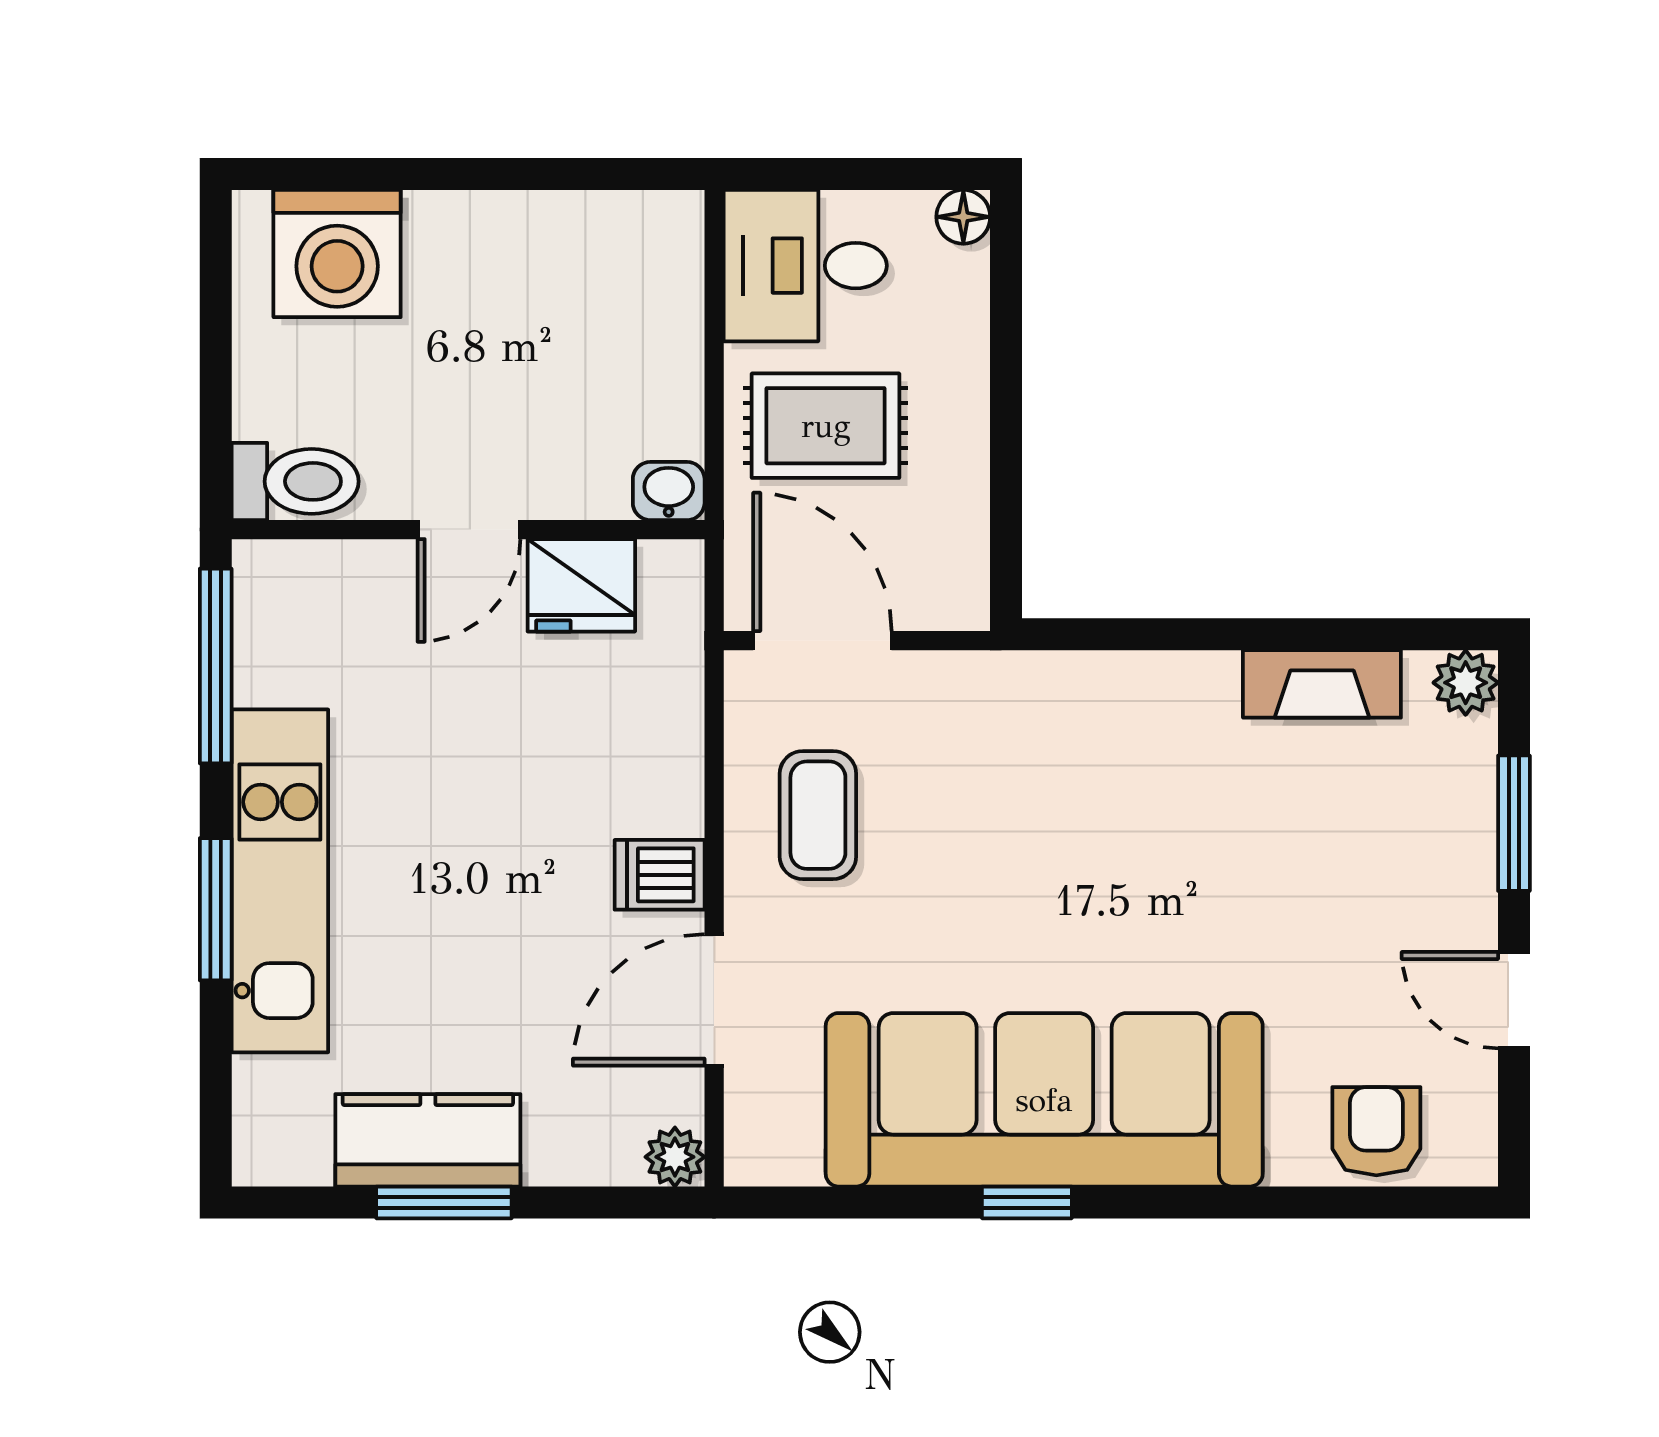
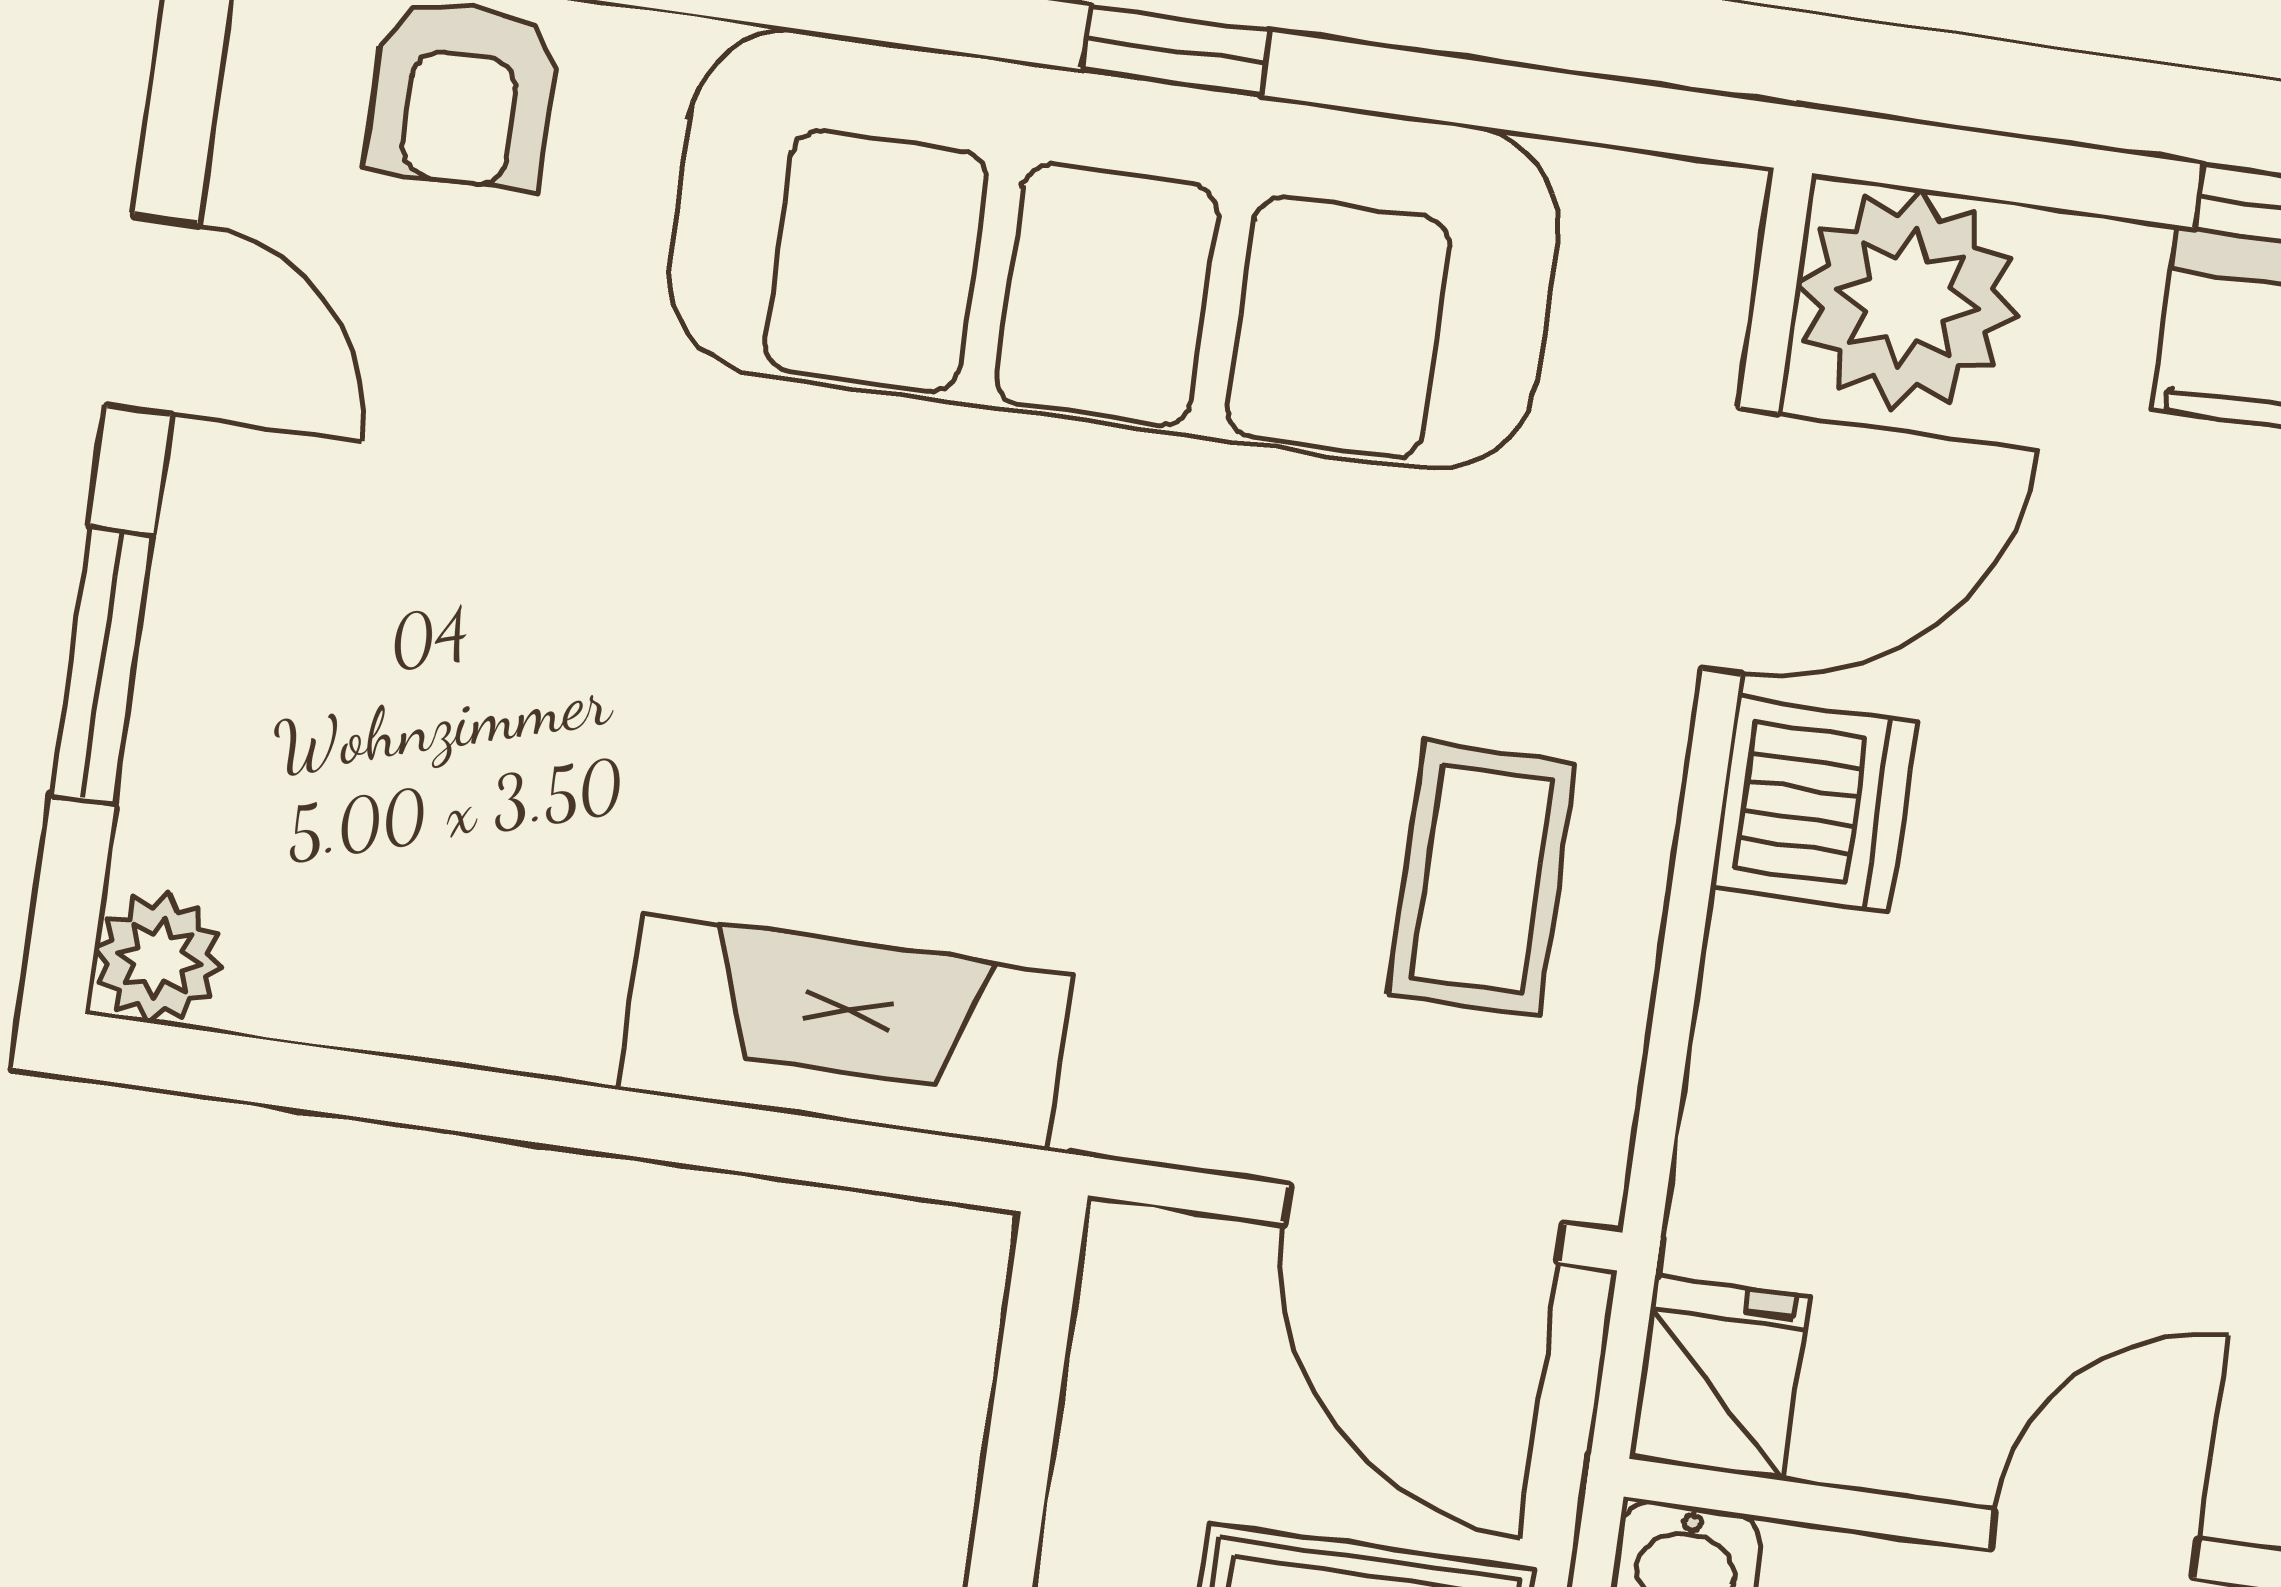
fridge: (581, 585) -> (1719, 1378), moved, width x0.72
fireplace: (1322, 684) -> (845, 1032), moved, width x1.37, depth x1.32
dishwasher: (660, 875) -> (1813, 805), width x1.38
plant: (675, 1157) -> (1907, 299), width x1.88, depth x1.88

